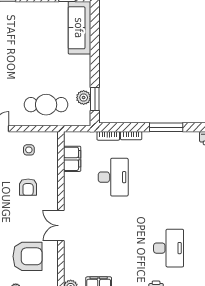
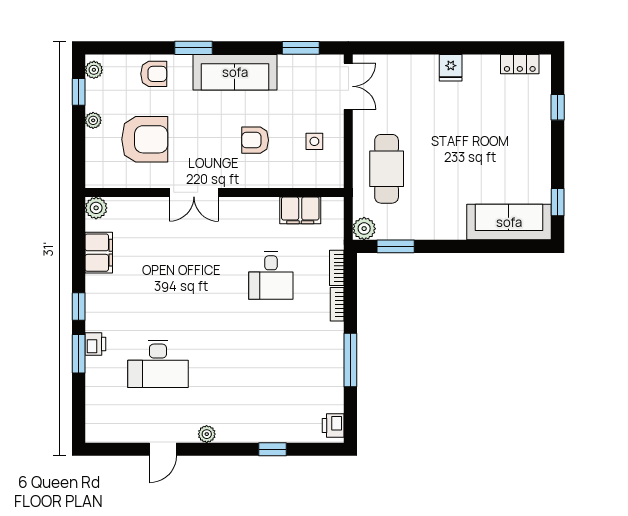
plant: (84, 98) -> (364, 229), moved
desk: (113, 177) -> (271, 276), width x0.73
double door: (61, 226) -> (194, 192), swing flipped
armchair: (28, 256) -> (145, 139), turned -90

